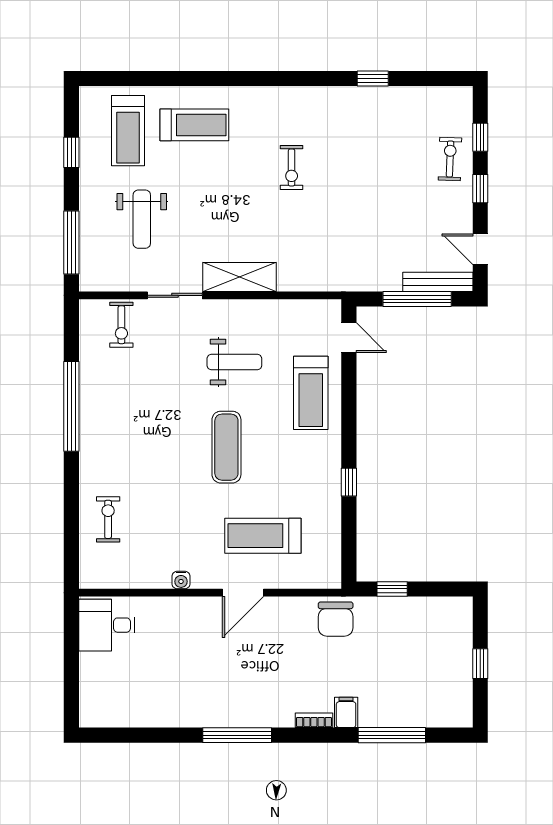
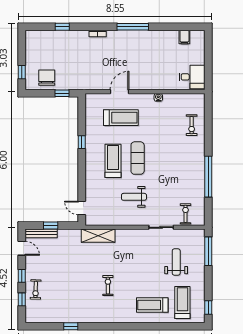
window: (71, 152) -> (208, 307), moved
shelving: (239, 277) -> (98, 236), moved
window: (417, 299) -> (51, 226), width x0.46
treadmill: (311, 393) -> (113, 161), moved
door: (243, 593) -> (120, 92), moved
chair: (336, 619) -> (47, 78), moved
window: (480, 664) -> (22, 72), moved
filing cabinet: (346, 712) -> (184, 37), moved
window: (392, 735) -> (62, 27), width x0.46

